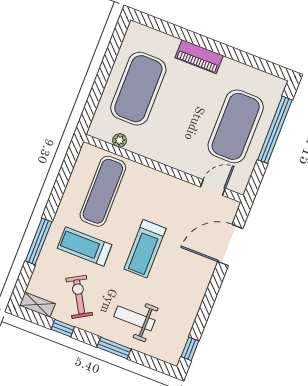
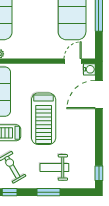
water cooler: (231, 207) -> (89, 69), added
treadmill: (145, 249) -> (44, 119), width x1.37, depth x1.38

